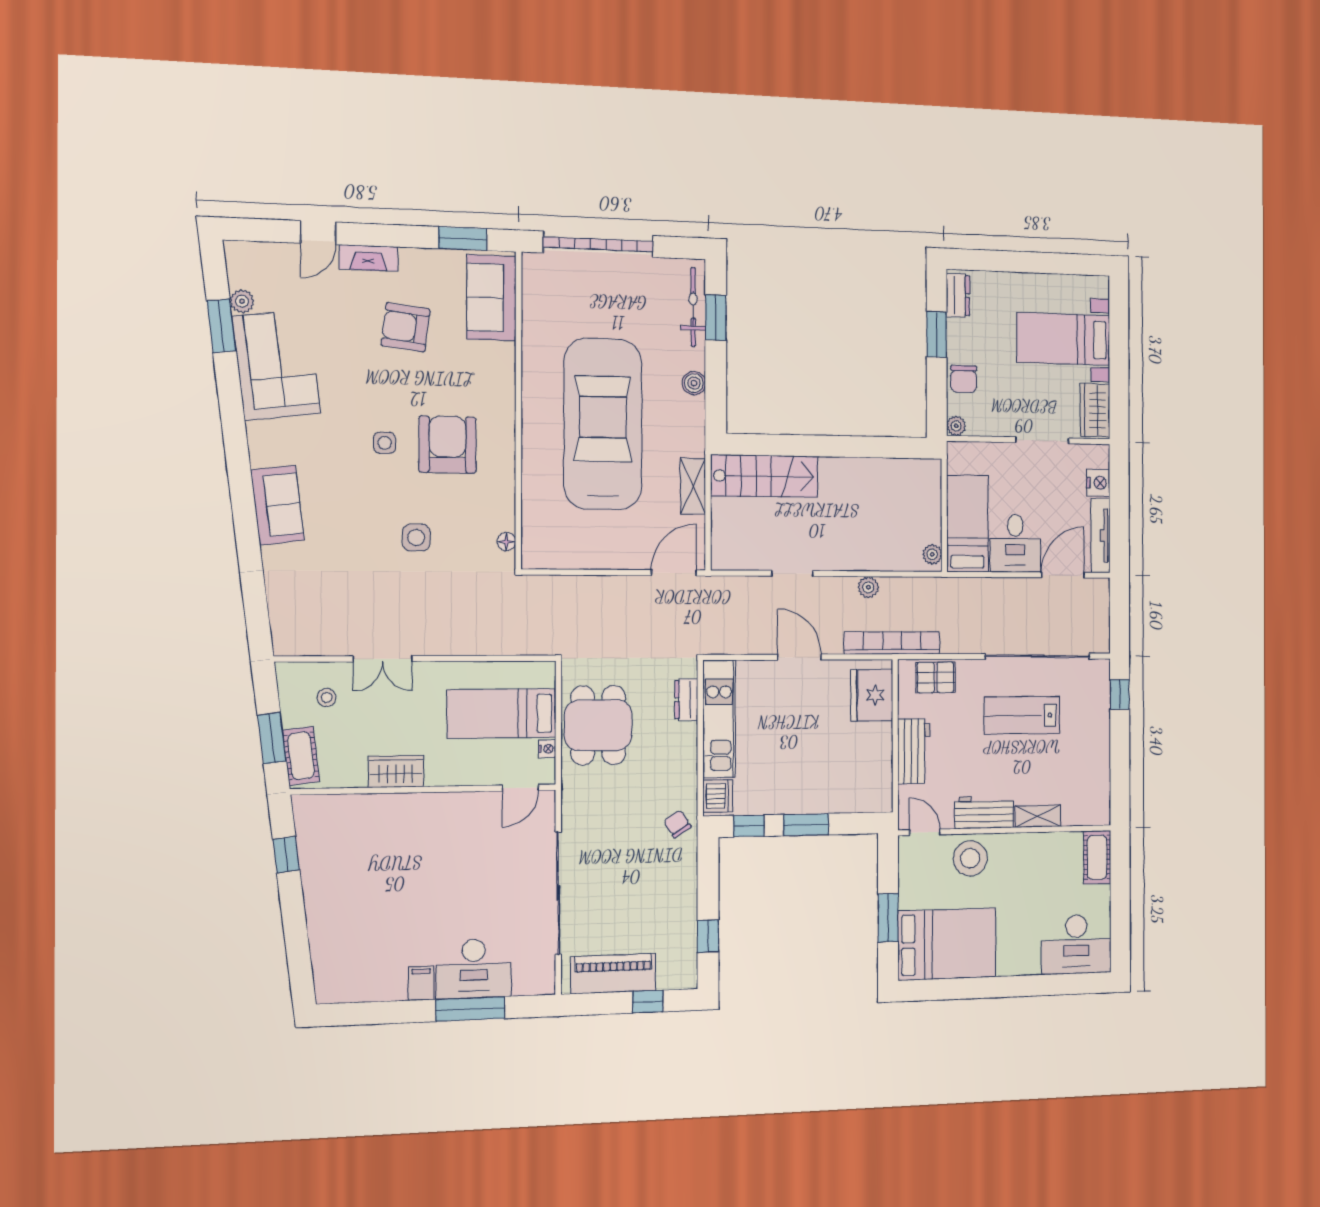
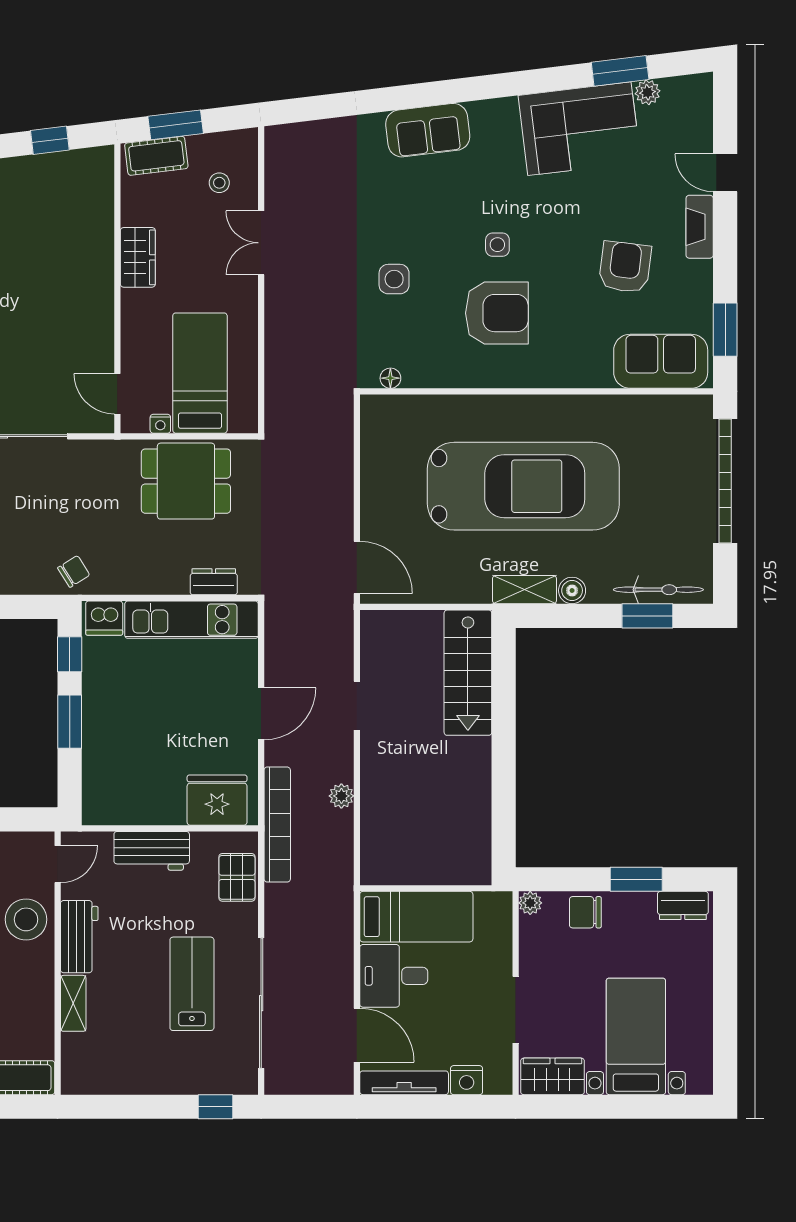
shelving: (693, 486) -> (524, 590), moved
plant: (932, 554) -> (380, 873), removed

